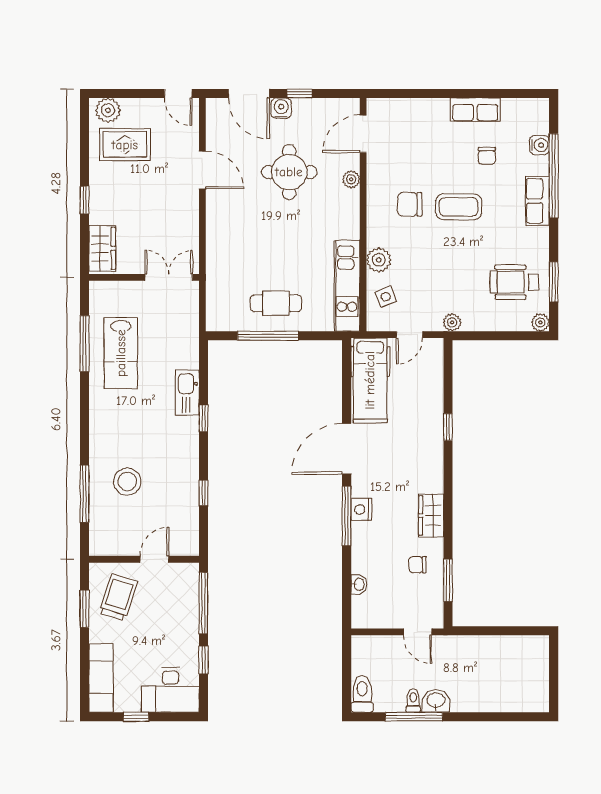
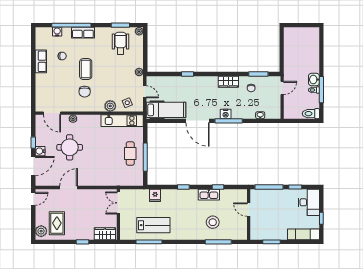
wheelchair: (514, 282) -> (120, 43), turned 180
fridge: (185, 357) -> (155, 195), added
kitchen sink: (187, 393) -> (209, 195), moved
trolley: (118, 597) -> (266, 226), removed

